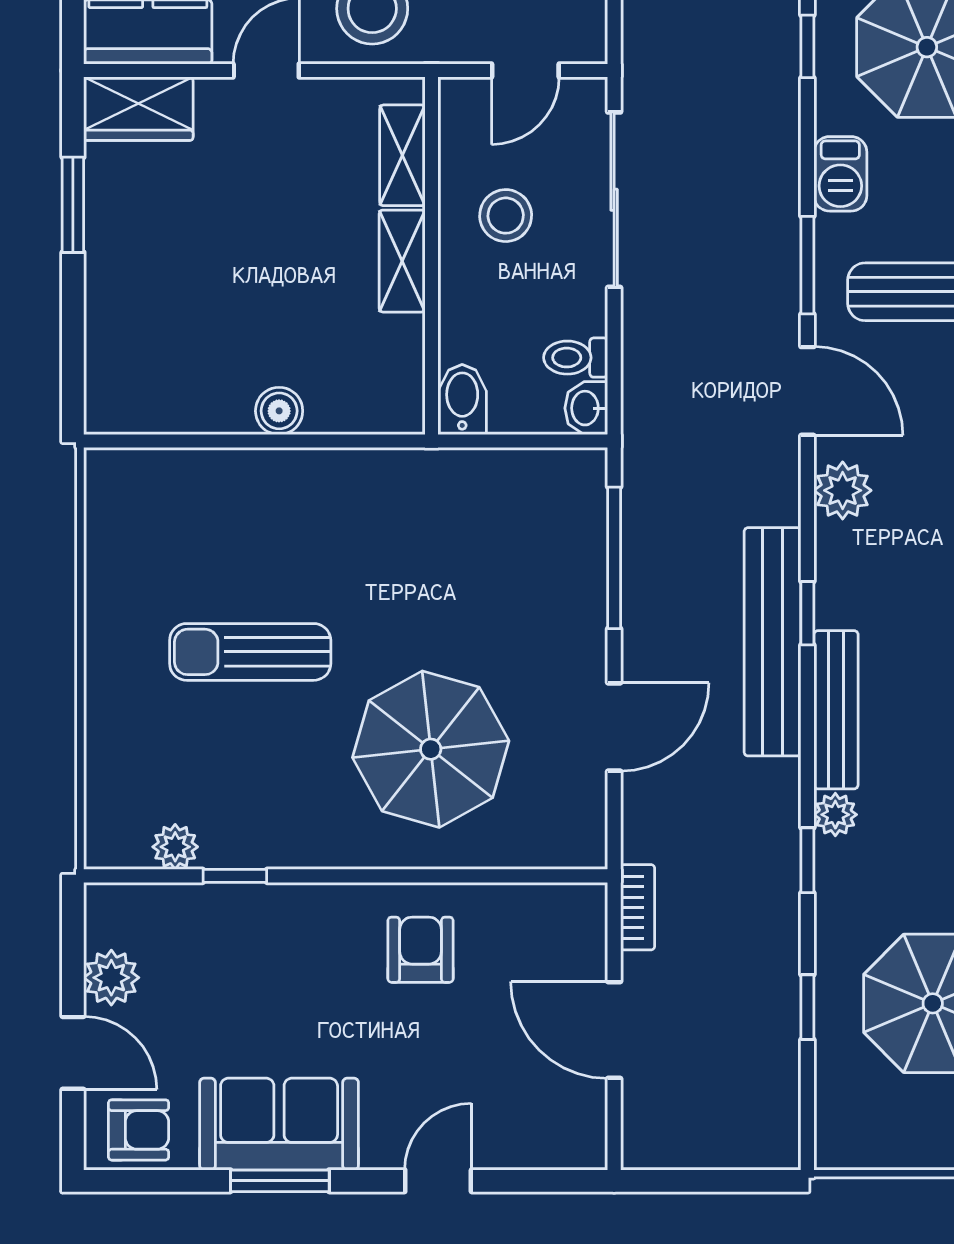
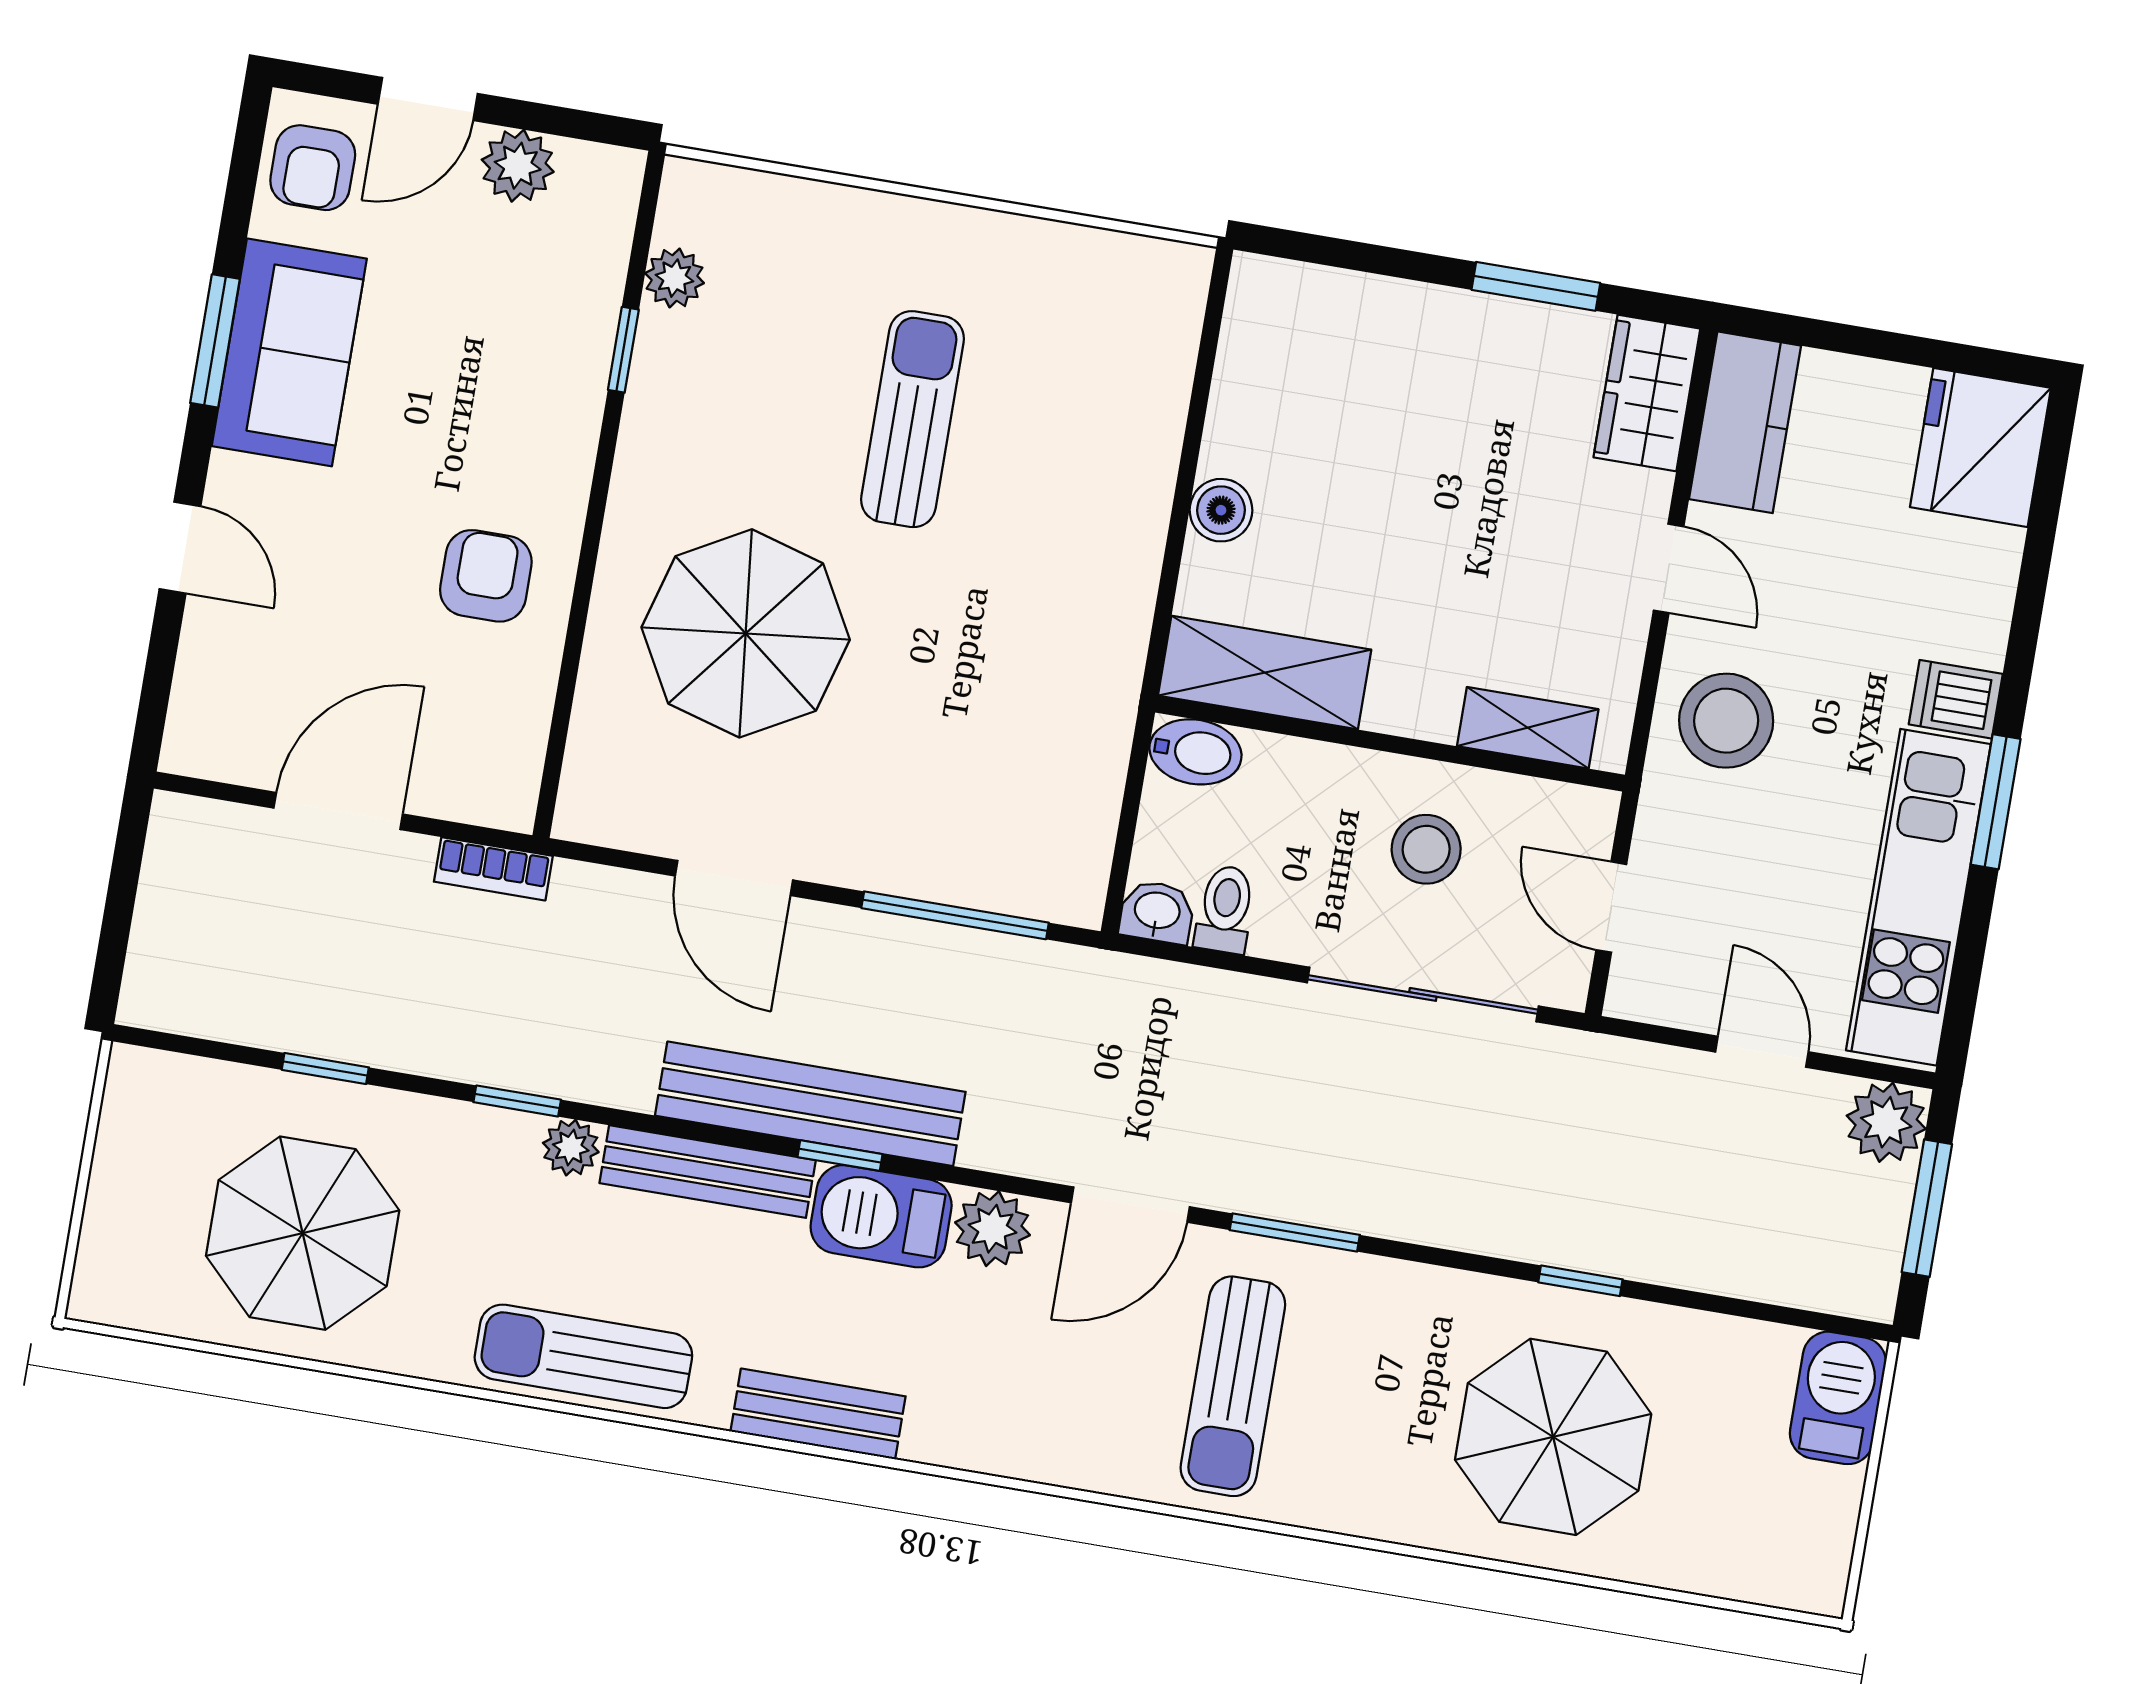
barbecue: (840, 174) -> (881, 1216), moved, width x1.38, depth x1.27
shelving: (402, 261) -> (1265, 673), moved, width x1.50, depth x1.33
armchair: (421, 950) -> (486, 576), turned -90

